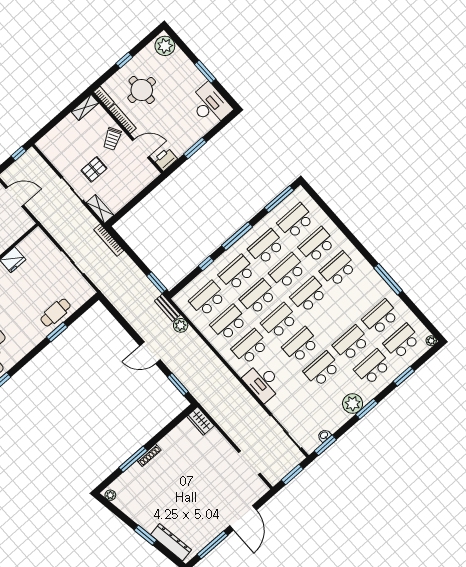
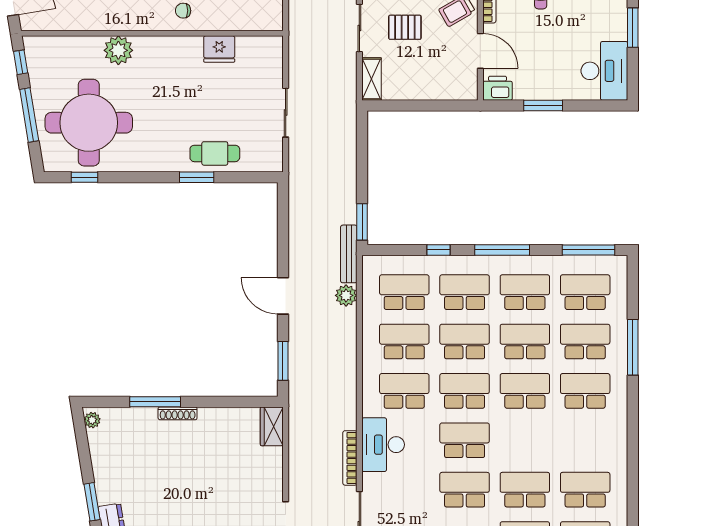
bookcase: (109, 240) -> (350, 458), moved
window: (388, 279) -> (633, 347), moved
bench: (167, 308) -> (349, 254), width x1.36

